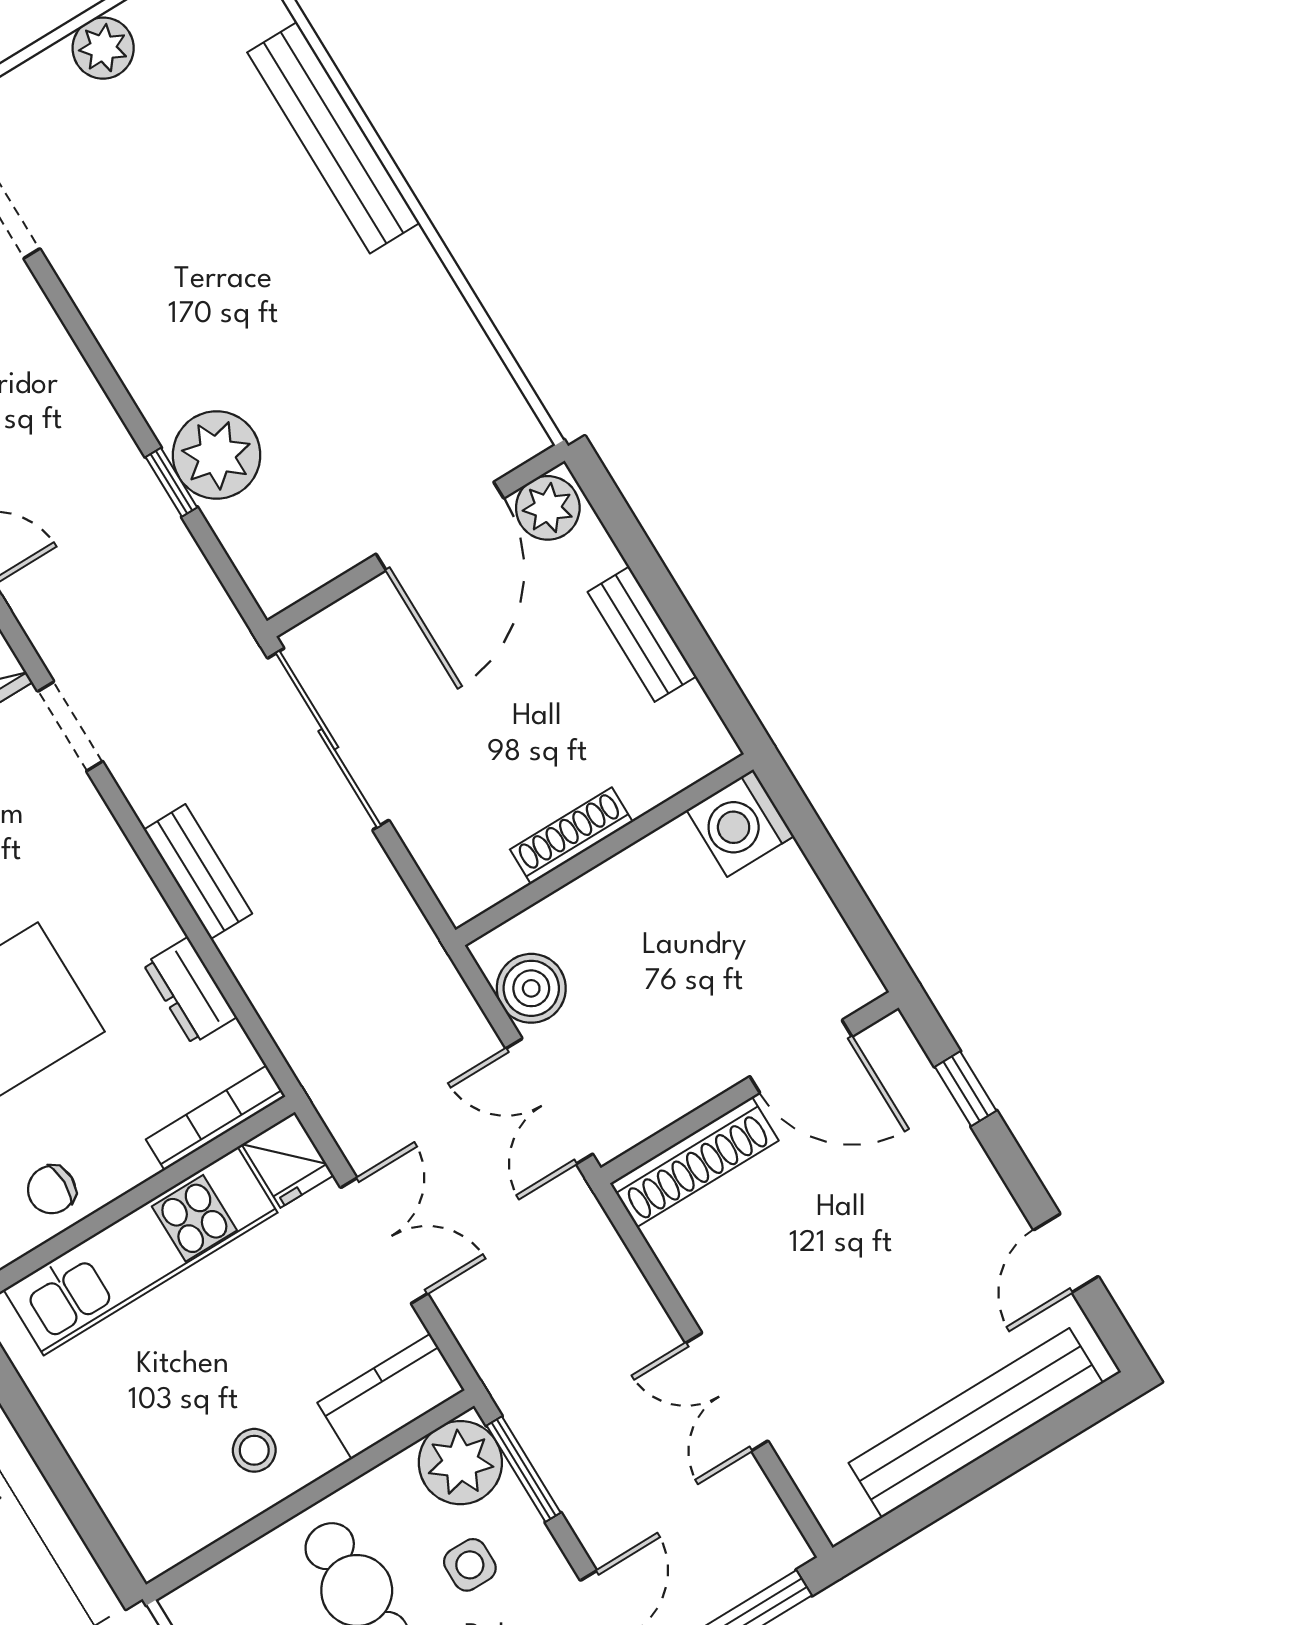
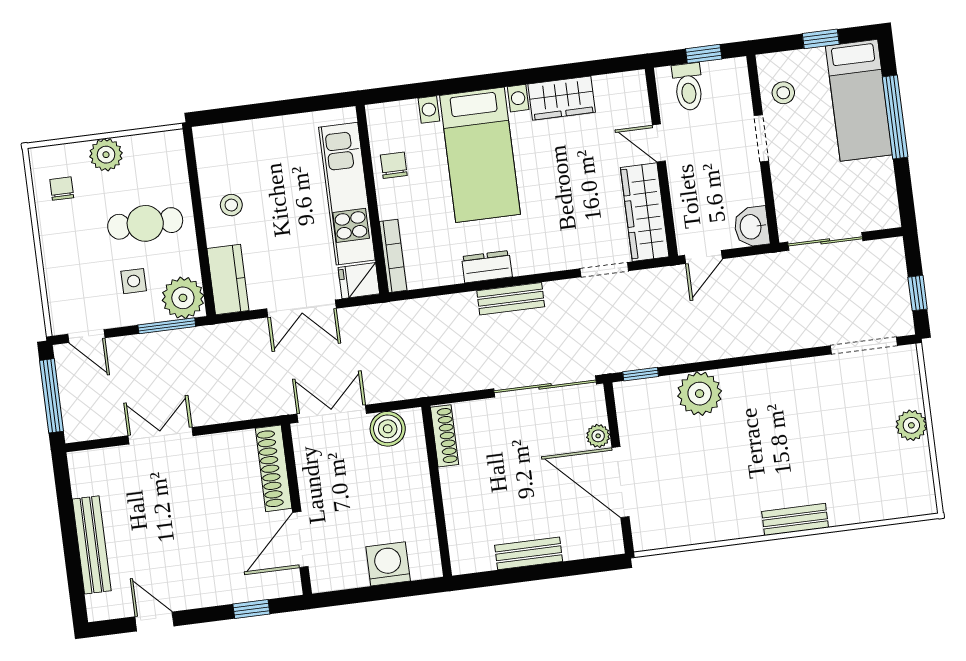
bench: (333, 138) -> (795, 519), width x0.54, depth x0.82
window: (171, 482) -> (641, 374), moved
plant: (548, 508) -> (598, 436), moved, width x0.73, depth x0.73
washing machine: (740, 823) -> (388, 564), moved
shoe rack: (571, 836) -> (445, 436), moved
dresser: (190, 991) -> (487, 267), moved
bench: (976, 1423) -> (92, 545), width x0.73, depth x0.82

